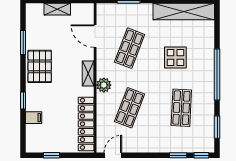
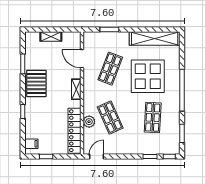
display table: (175, 57) -> (148, 76), width x1.86, depth x1.86
plant: (104, 85) -> (89, 122), moved
shop shelf: (130, 108) -> (110, 117), turned -45
filing cabinet: (34, 118) -> (31, 144), moved

